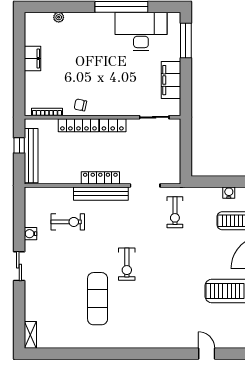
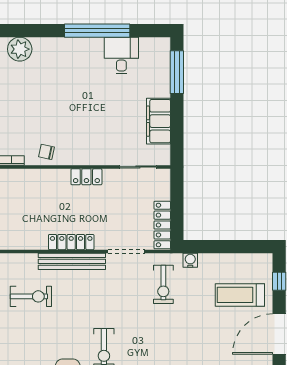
plant: (59, 17) -> (20, 49), width x1.88, depth x1.88
desk: (141, 31) -> (121, 56), width x0.53, depth x0.77
locker: (78, 125) -> (162, 225), moved, turned 90
water cooler: (229, 193) -> (190, 260), moved

